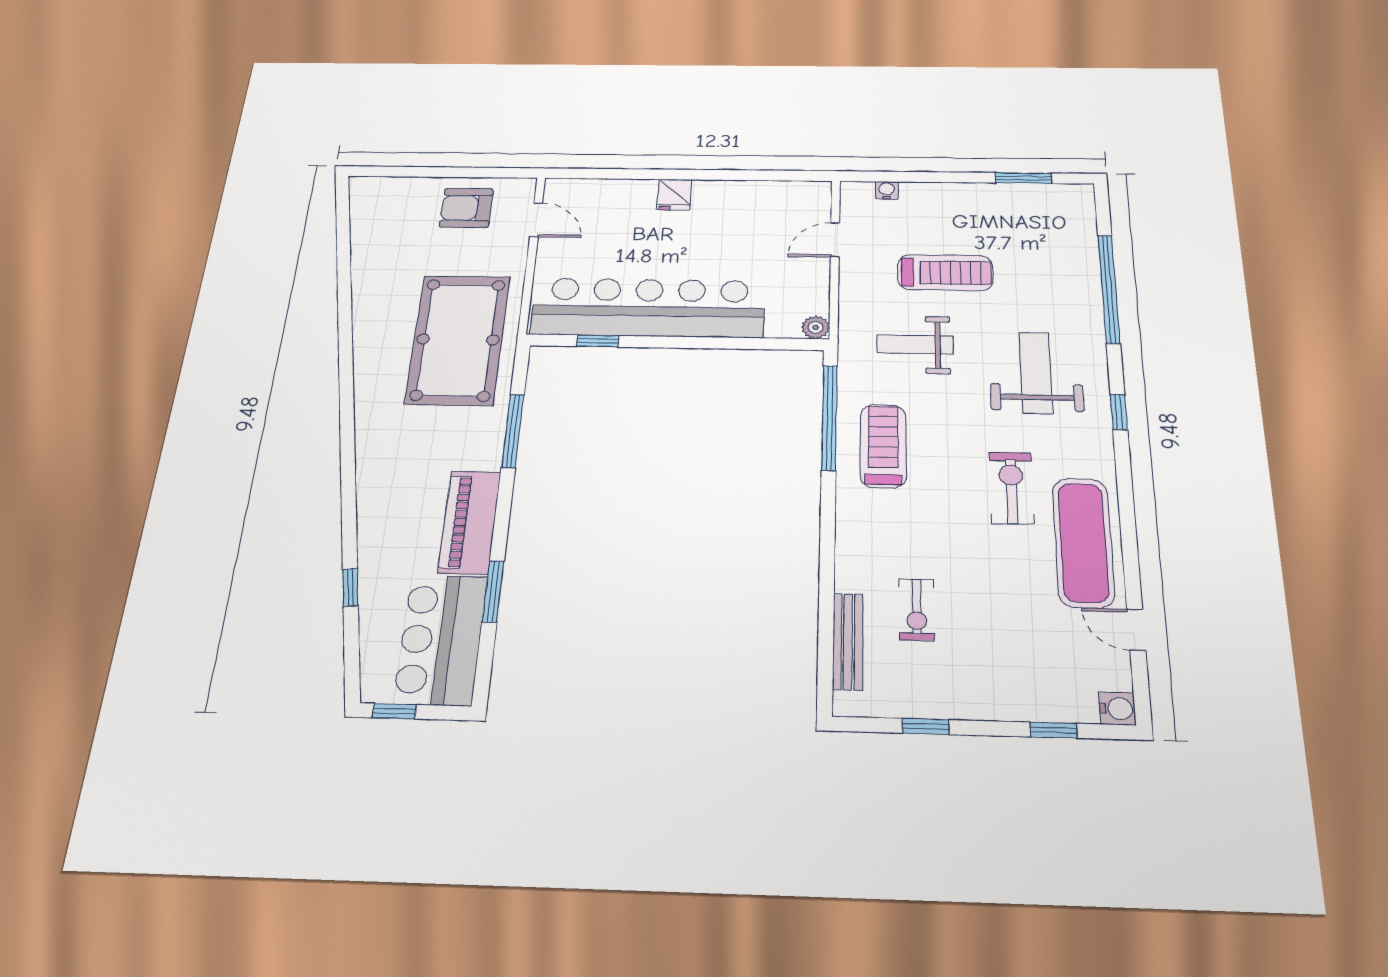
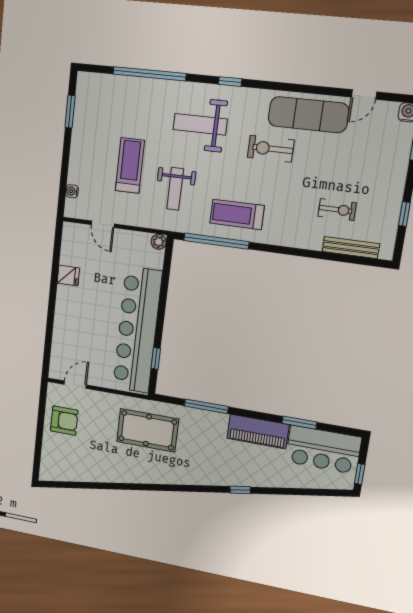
fridge: (674, 195) -> (68, 276), moved
armchair: (466, 208) -> (64, 421), turned -90
pool table: (458, 339) -> (147, 430), width x0.73, depth x0.76
window: (350, 588) -> (240, 490), moved

